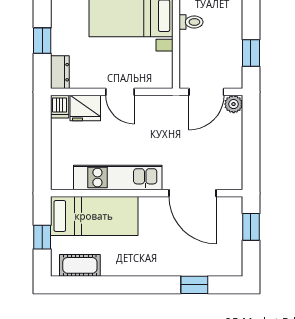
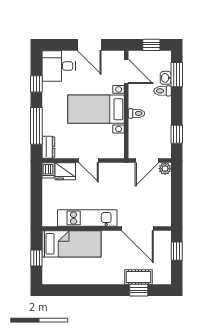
window: (42, 41) -> (36, 126), width x2.17
cot: (80, 265) -> (139, 277), moved

